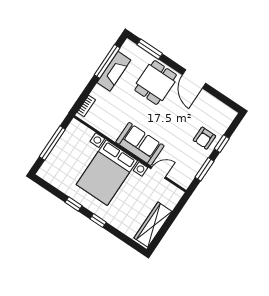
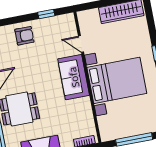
window: (222, 144) -> (16, 20), removed
window: (204, 169) -> (46, 14), width x0.67

